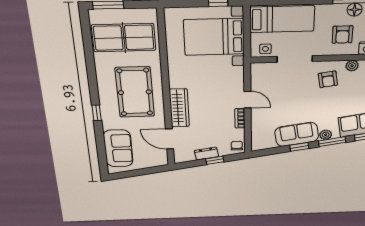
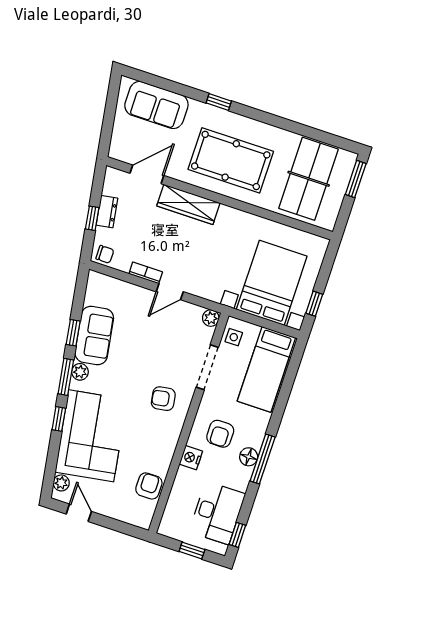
armchair: (343, 35) -> (220, 434), turned -90
plant: (352, 66) -> (211, 318), moved

